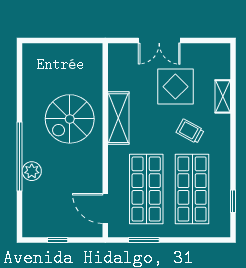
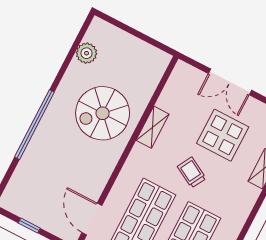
shelving: (118, 118) -> (153, 127), width x0.67, depth x0.75
trolley: (190, 131) -> (192, 172), moved
plant: (32, 171) -> (87, 53), moved

